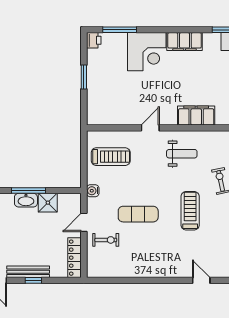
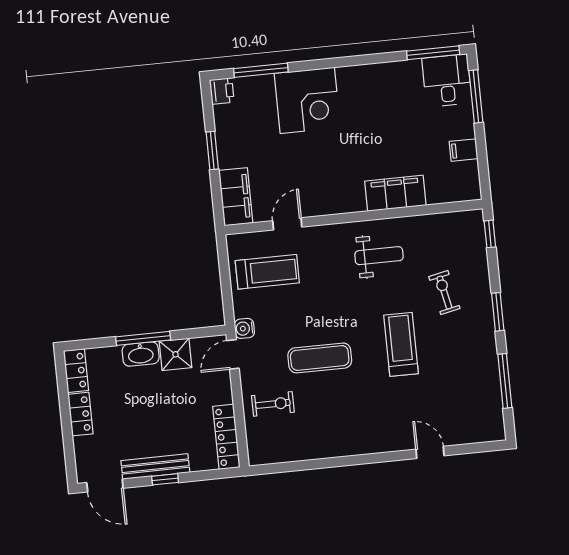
filing cabinet: (185, 42) -> (236, 197), moved, turned -90
door: (150, 128) -> (287, 224), moved
door: (84, 222) -> (233, 354), moved

